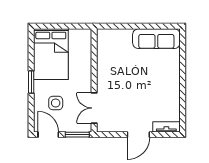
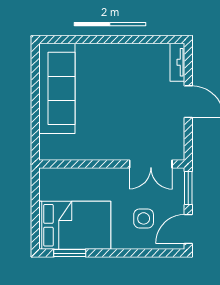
sofa: (156, 39) -> (57, 88), width x1.36, depth x1.27
window: (31, 82) -> (70, 253), moved

